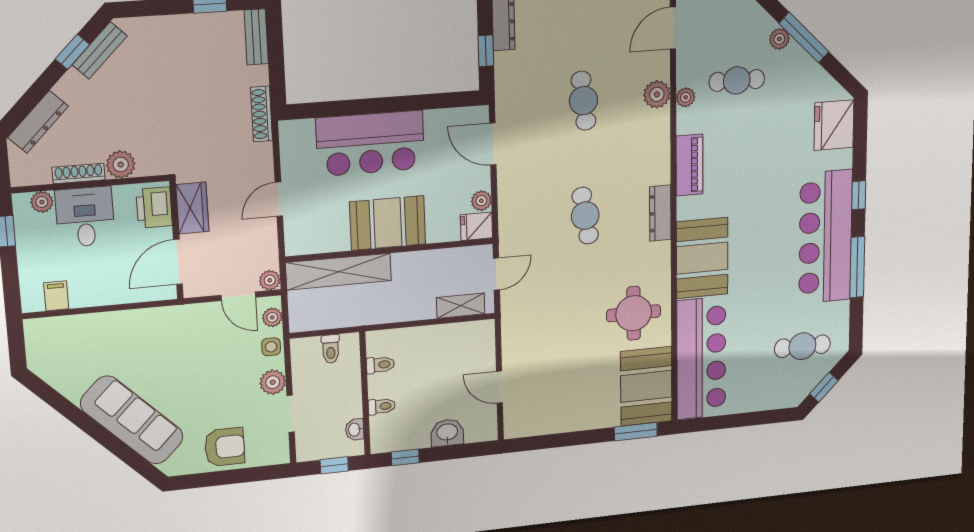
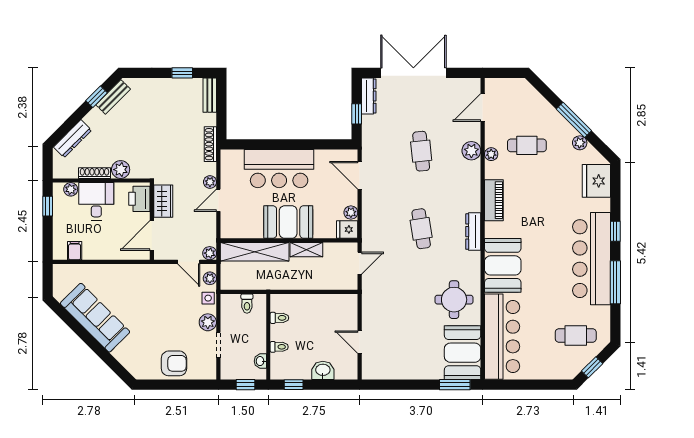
plant: (779, 39) -> (580, 143), moved
plant: (264, 172) -> (210, 182), added
shelving: (461, 306) -> (306, 250), moved
sofa: (132, 420) -> (95, 318), moved

